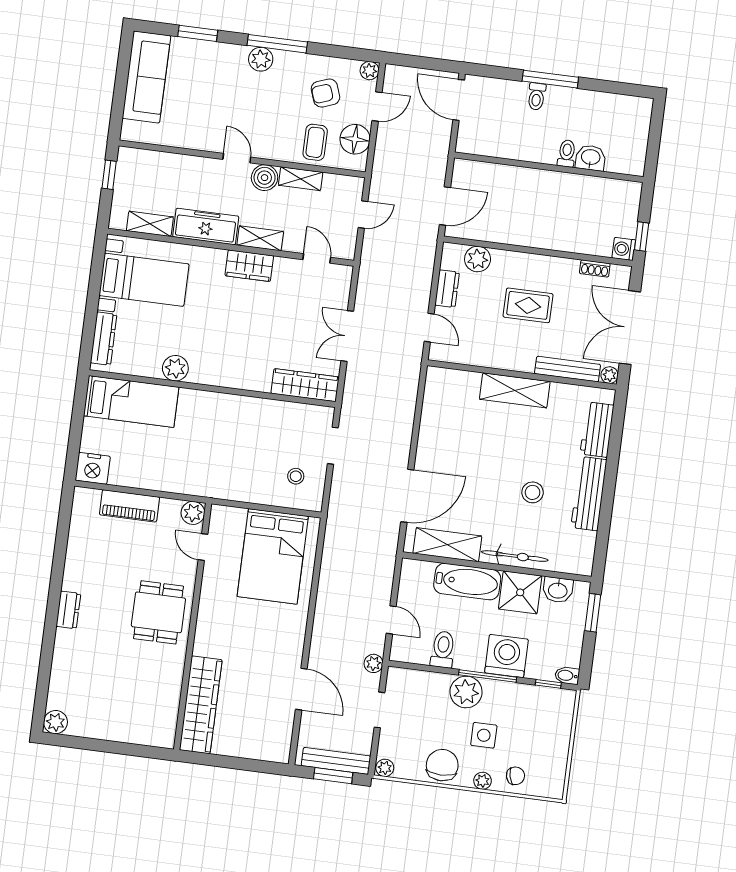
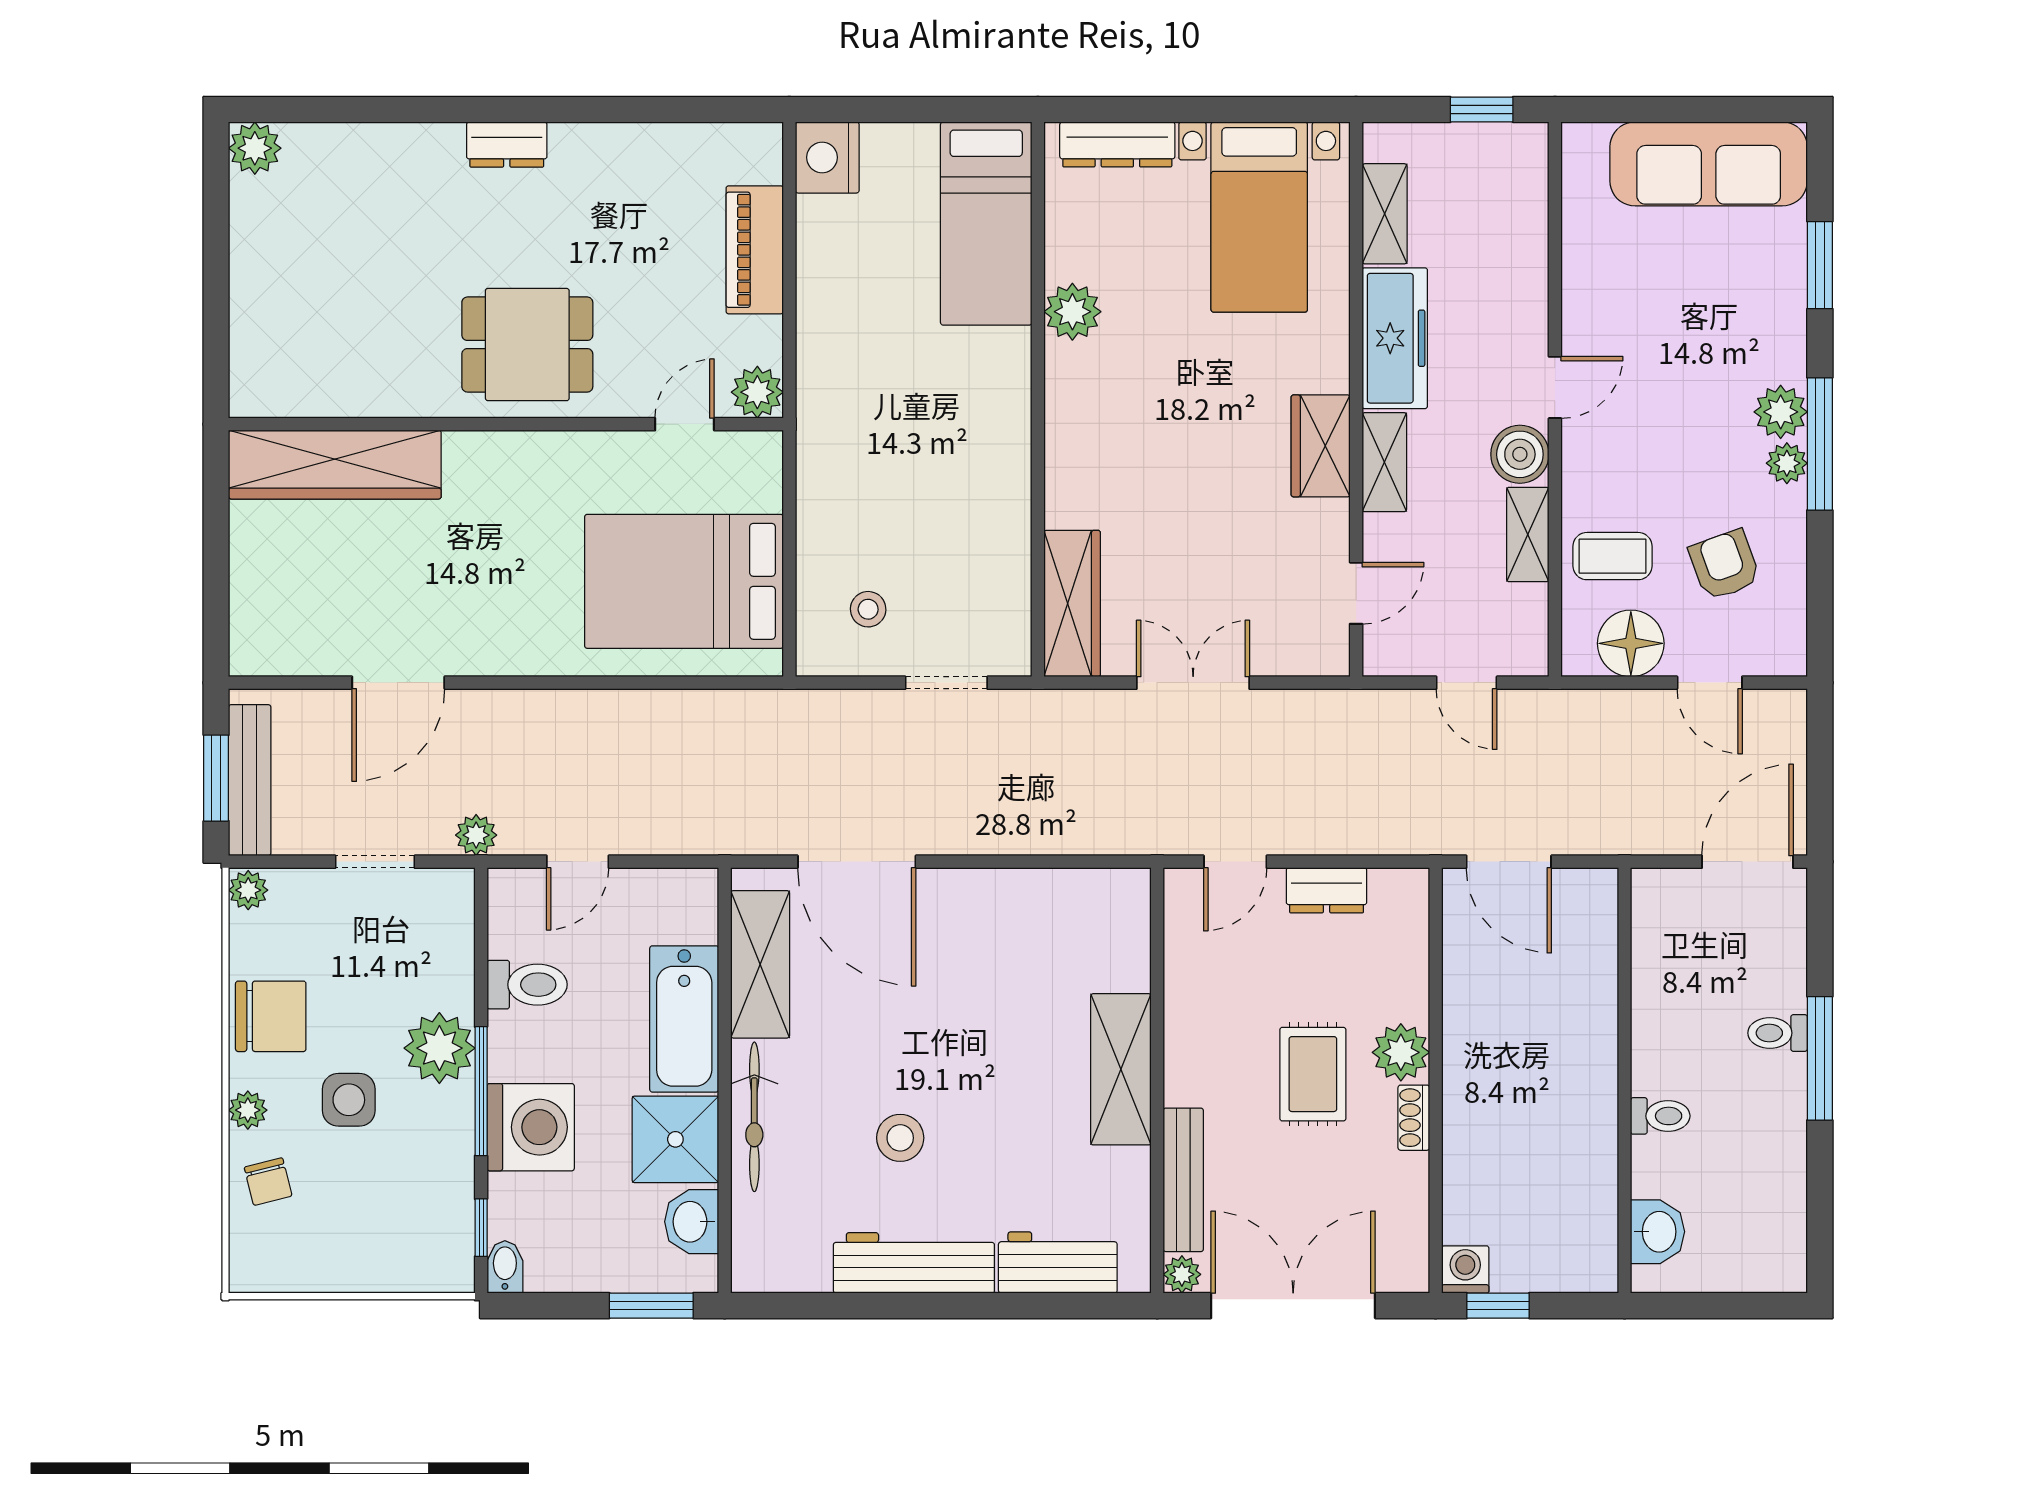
plant: (369, 71) -> (1787, 463), moved
washbasin: (591, 158) -> (1658, 1232), moved
plant: (478, 259) -> (1401, 1052), moved
shoe rack: (595, 268) -> (1414, 1118), moved

